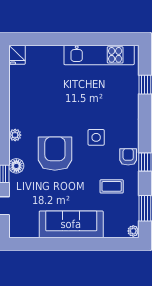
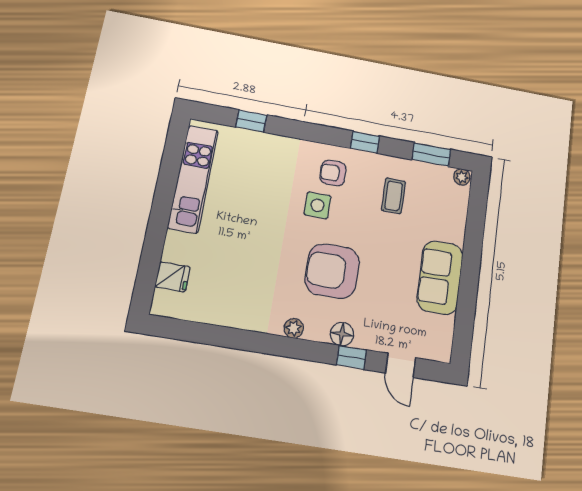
fridge: (17, 55) -> (173, 277), moved
armchair: (128, 157) -> (333, 173), moved
sofa: (71, 224) -> (440, 277), width x0.73

